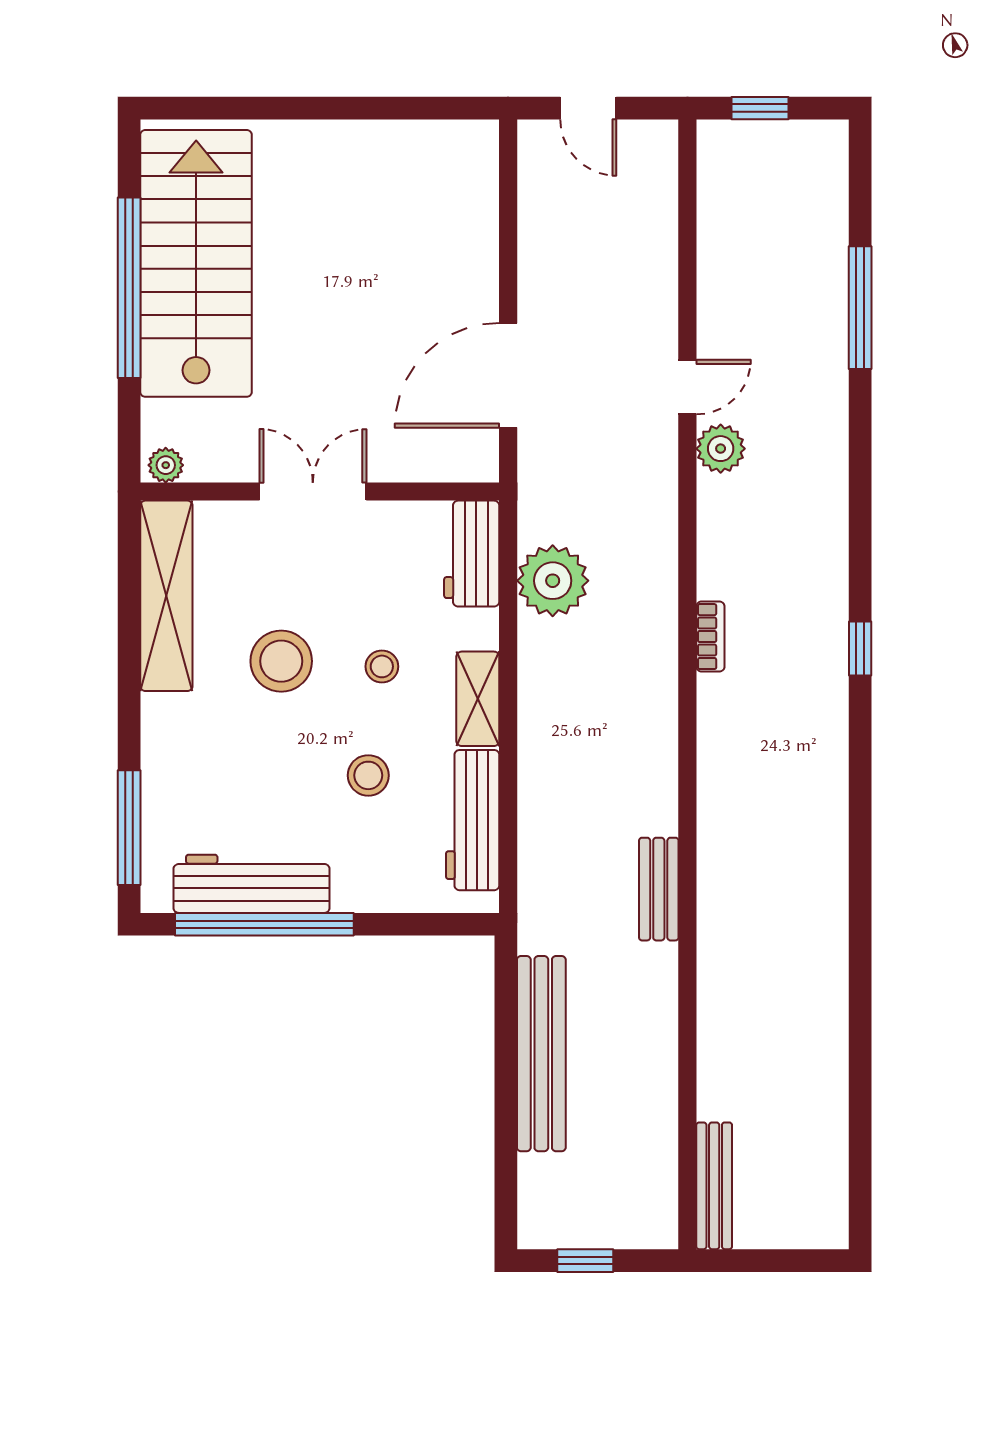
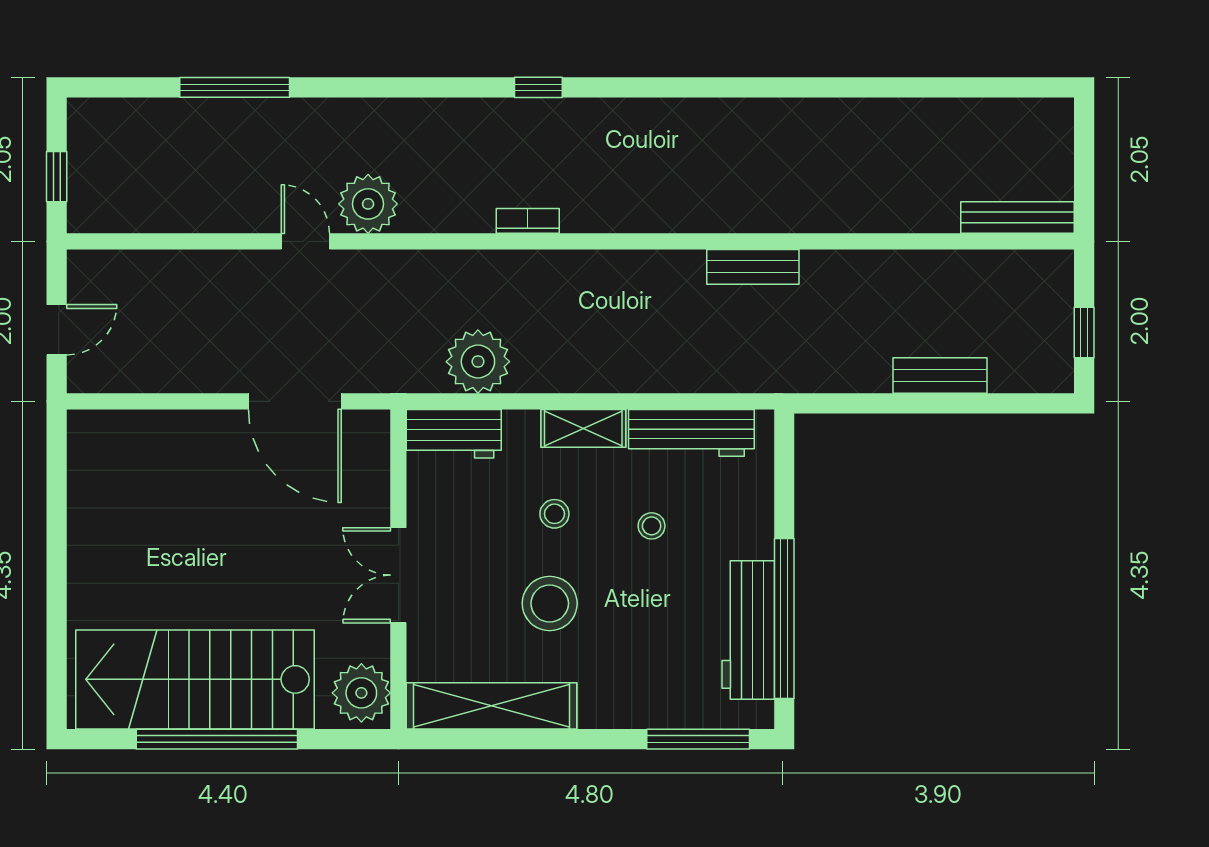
plant: (721, 449) -> (368, 204), width x1.36, depth x1.36
plant: (166, 465) -> (361, 693), width x1.88, depth x1.88
stool: (368, 775) -> (652, 526), width x0.73, depth x0.73
bench: (541, 1054) -> (940, 375), width x0.54, depth x0.82

